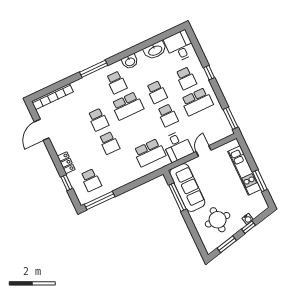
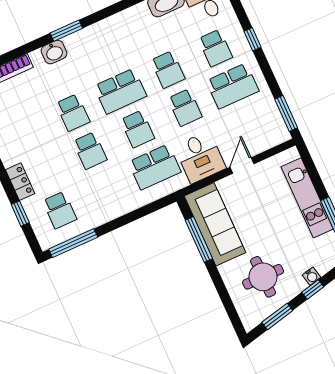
washbasin: (130, 62) -> (54, 52), moved
window: (94, 69) -> (66, 31), width x0.69
school desk: (117, 82) -> (137, 129), moved

